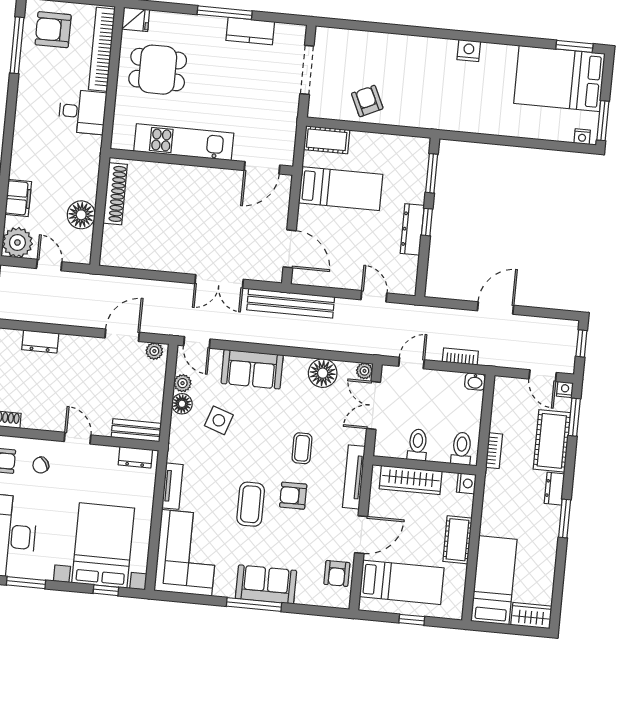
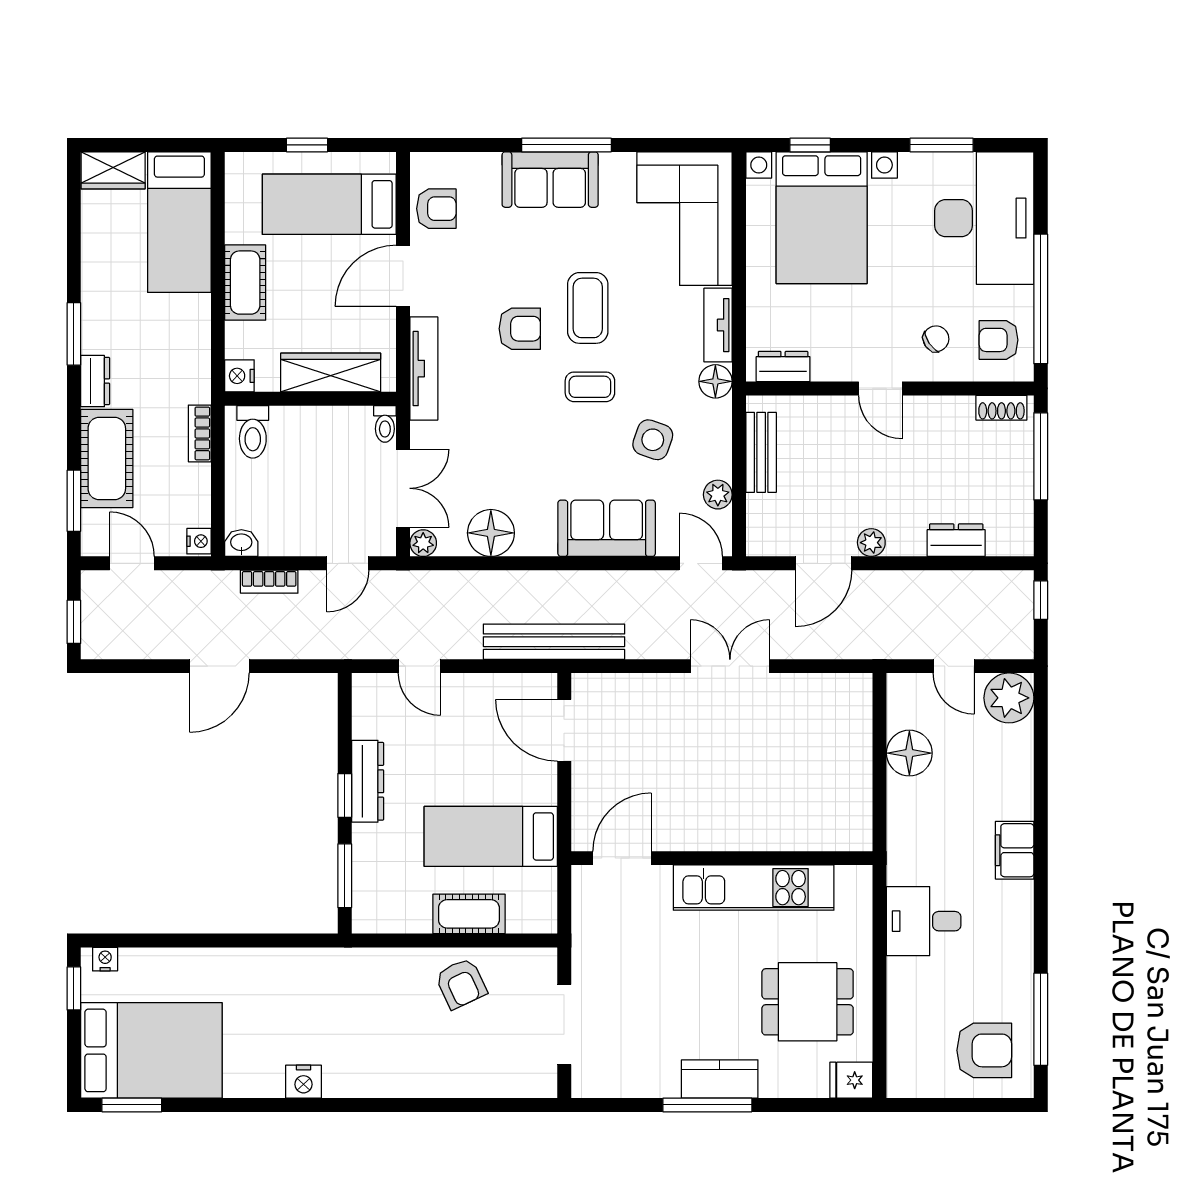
kitchen counter: (250, 31) -> (720, 1079), moved
bookcase: (102, 49) -> (902, 1026), removed
window: (603, 121) -> (74, 988), width x0.67
cot: (327, 140) -> (469, 914), moved
shoe rack: (115, 194) -> (857, 793), removed
filing cabinet: (18, 198) -> (1015, 850), moved
double door: (219, 281) -> (730, 666), moved
plant: (154, 351) -> (871, 543), moved
nightstand: (565, 389) -> (199, 541), moved, turned -90
floor lamp: (182, 404) -> (715, 381), moved
bench: (136, 430) -> (761, 452), moved, turned 90
toilet: (418, 445) -> (385, 424), moved, width x0.73, depth x0.72
coffee table: (302, 448) -> (590, 387), moved, turned 90
armchair: (337, 573) -> (436, 209), turned 90

